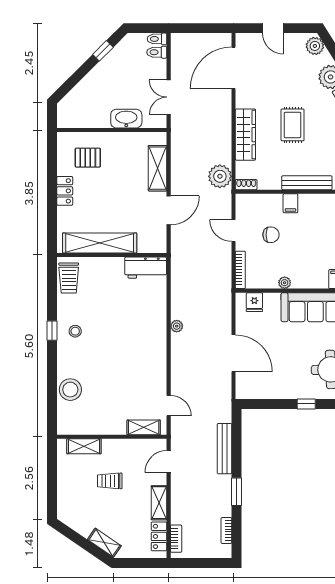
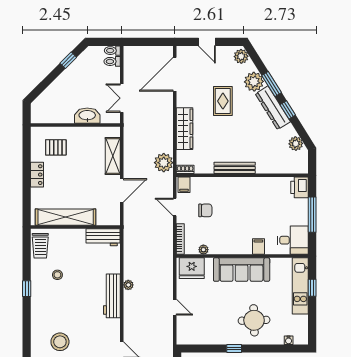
rug: (293, 125) -> (223, 101), moved
filing cabinet: (290, 203) -> (184, 185), moved
plant: (285, 283) -> (203, 250), moved
fridge: (254, 302) -> (192, 268), width x1.88, depth x1.34
stool: (75, 331) -> (57, 275), moved
workbench: (157, 340) -> (112, 296), added
door: (234, 353) -> (175, 307), width x0.53
stool: (70, 390) -> (60, 342), moved

